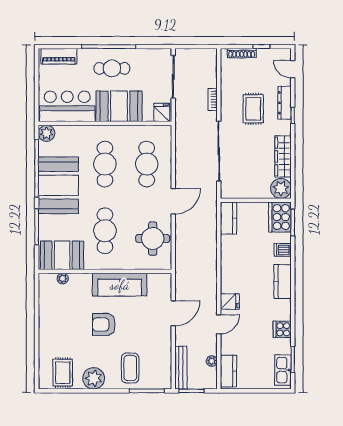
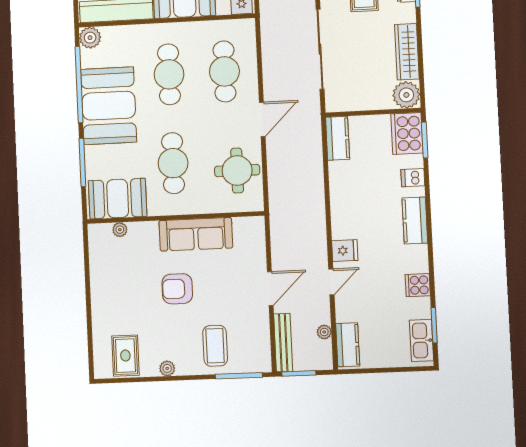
door: (173, 313) -> (270, 289), moved
plant: (94, 378) -> (167, 368), width x0.53, depth x0.53

